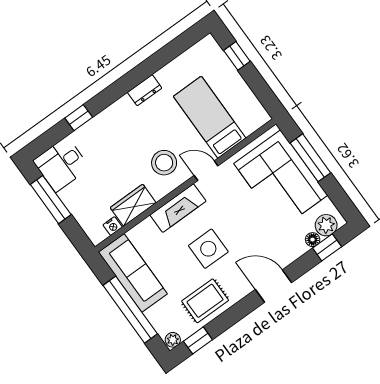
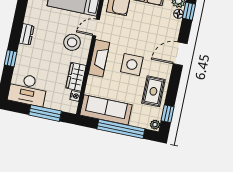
dresser: (145, 90) -> (27, 34), moved
desk: (61, 164) -> (28, 90), width x1.37
window: (51, 200) -> (45, 113), moved

